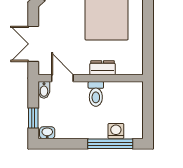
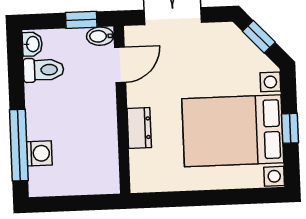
toilet: (96, 94) -> (44, 70), moved, turned 180
window: (33, 118) -> (81, 20), moved

